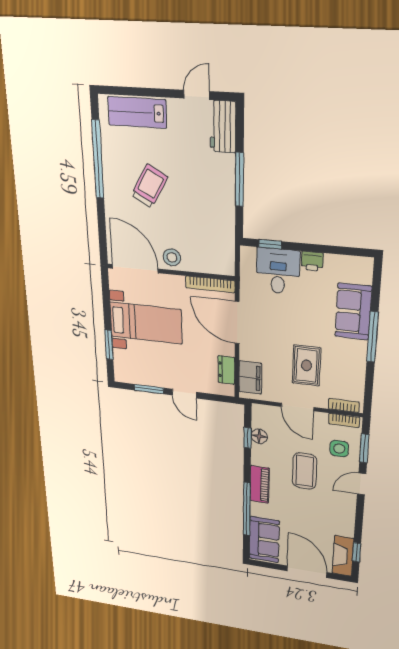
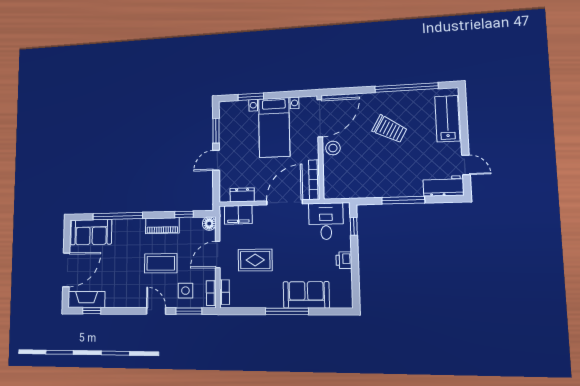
desk: (278, 271) -> (326, 221), moved, turned -90
floor lamp: (259, 436) -> (209, 224), moved
piano: (260, 484) -> (162, 226), moved

